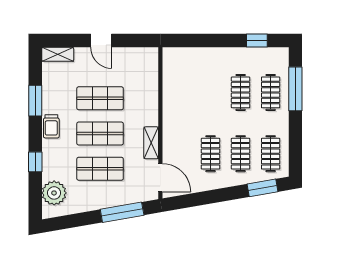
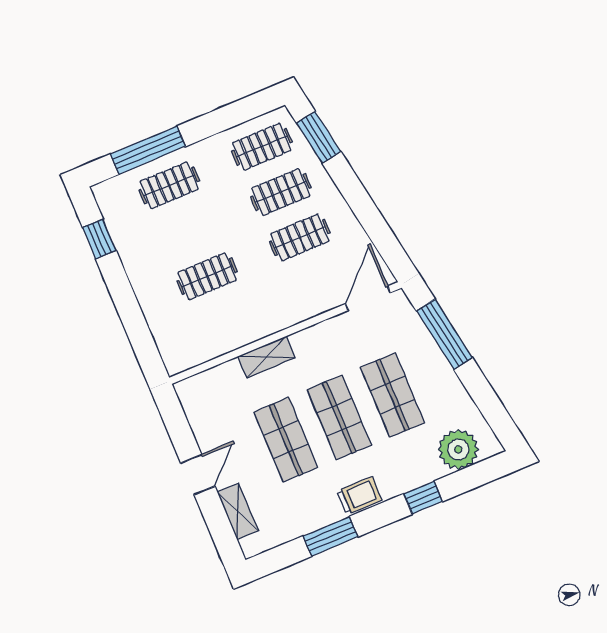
shelving: (58, 54) -> (238, 511), moved
clothes rail: (241, 92) -> (207, 276), moved
shelving: (151, 143) -> (266, 357), moved

